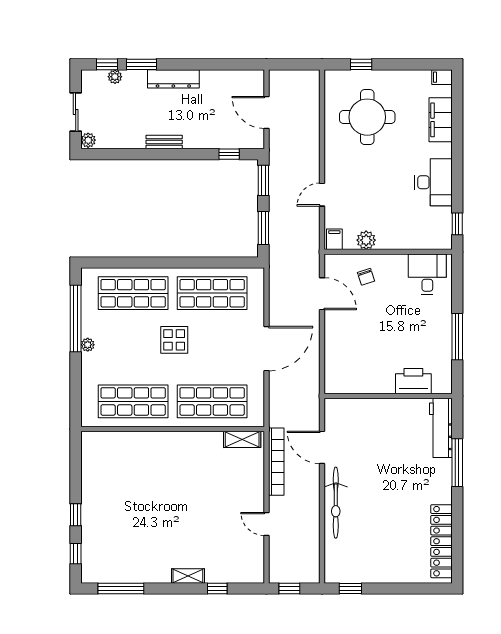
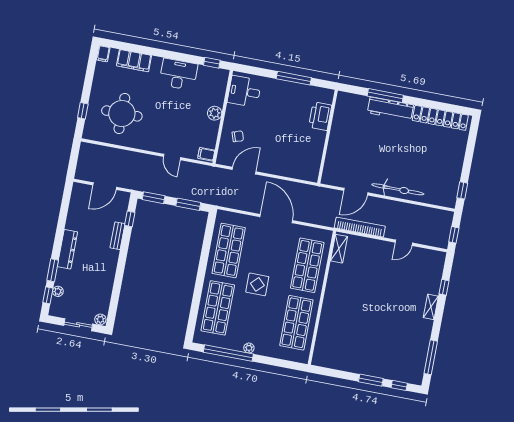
bench: (164, 142) -> (118, 236), moved
plant: (366, 240) -> (215, 113), moved
workbench: (441, 428) -> (390, 109), moved
window: (76, 515) -> (371, 380), width x1.50

